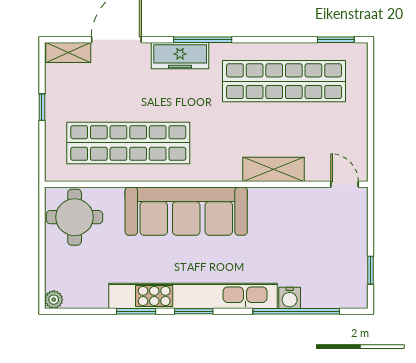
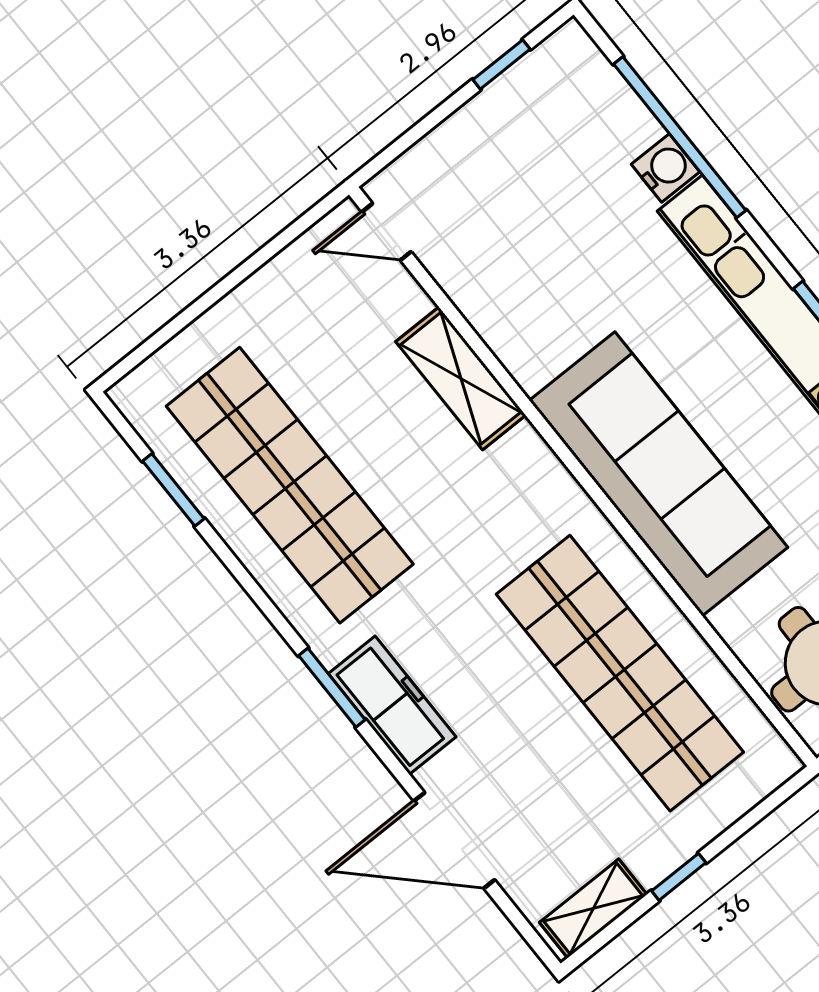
window: (203, 40) -> (332, 688), width x0.69
window: (336, 40) -> (173, 490), moved
shelving: (68, 53) -> (593, 908), moved, turned 90
door: (345, 184) -> (387, 232), hinge flipped

